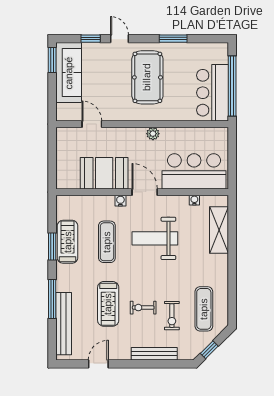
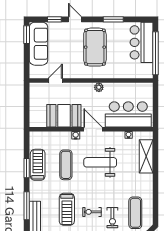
bar counter: (213, 93) -> (142, 42), moved
door: (92, 124) -> (55, 81), hinge flipped

